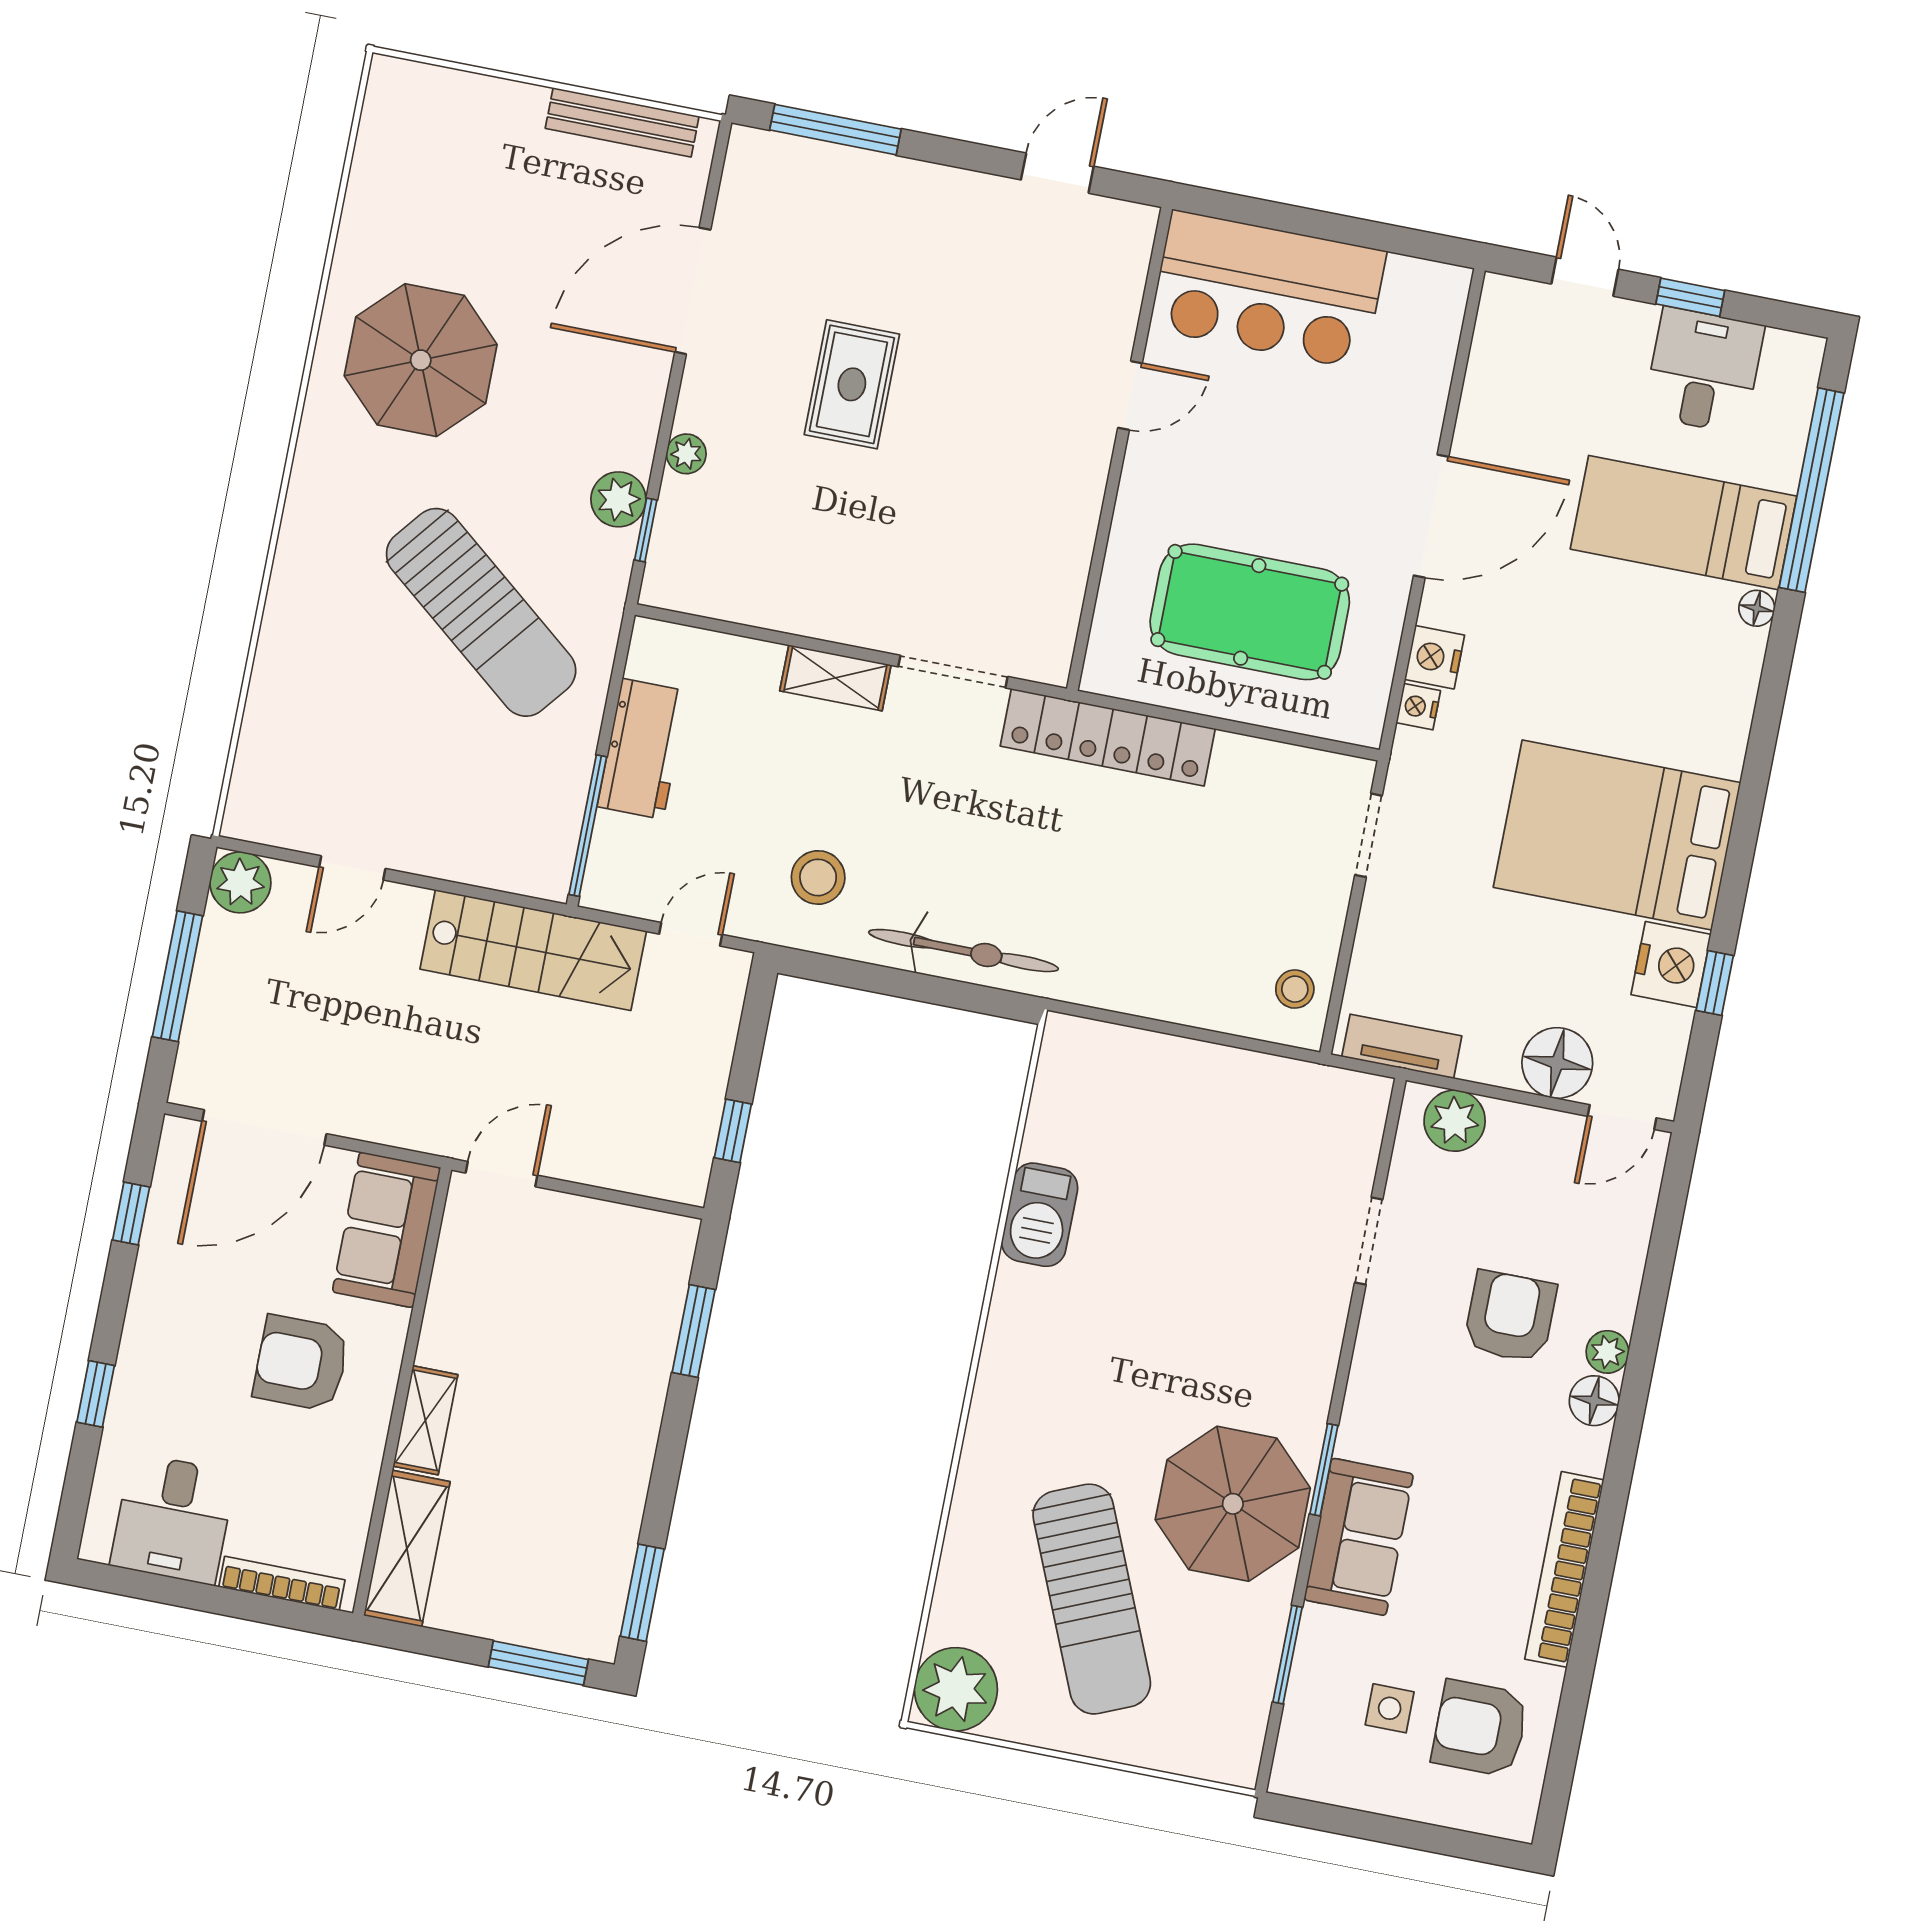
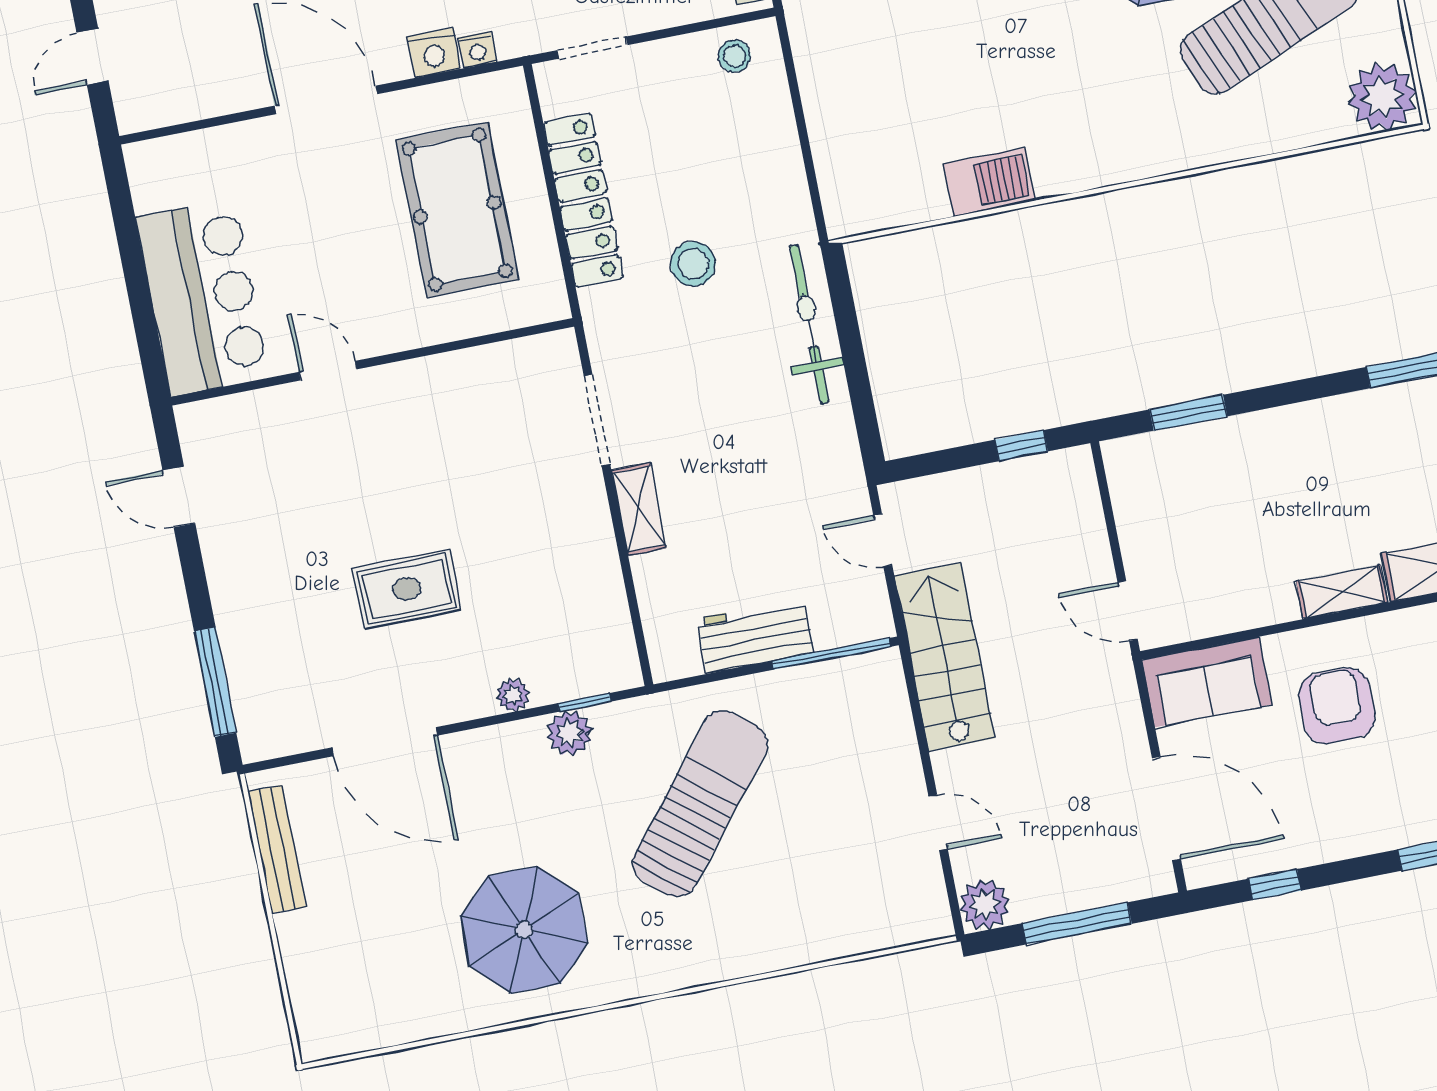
locker: (1108, 737) -> (583, 200), moved
stool: (818, 877) -> (693, 264), moved
armchair: (301, 1363) -> (1337, 706), turned 180

